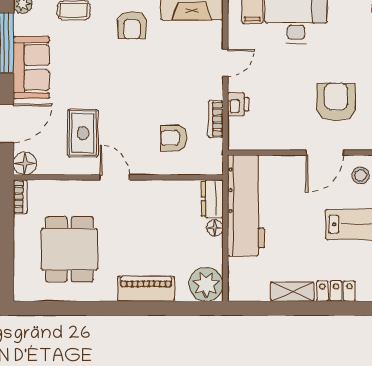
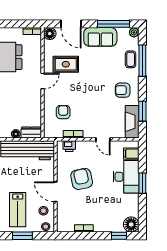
armchair: (336, 102) -> (82, 179), moved, turned -102
printer: (238, 104) -> (69, 146), moved

